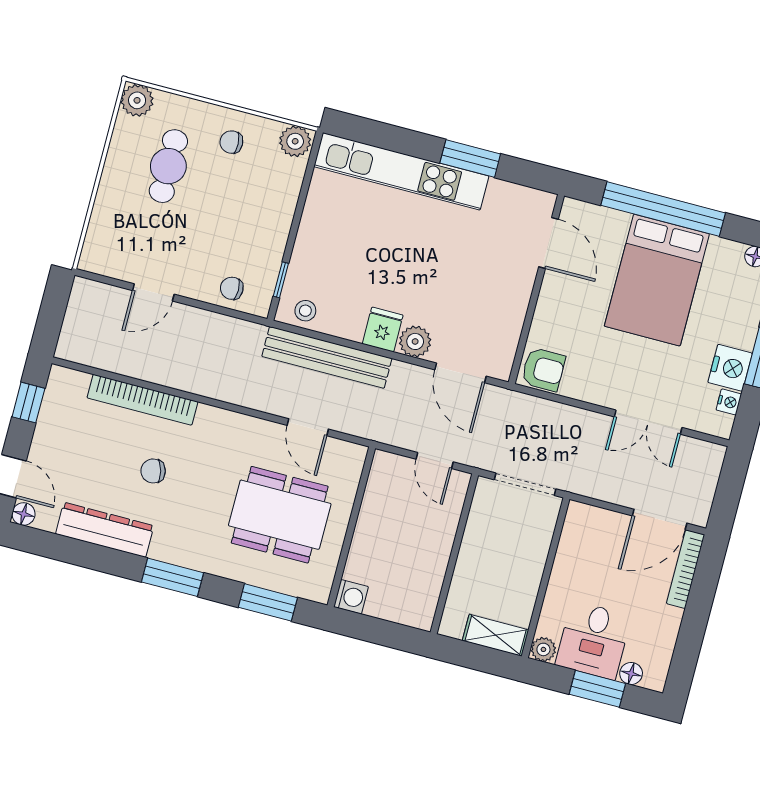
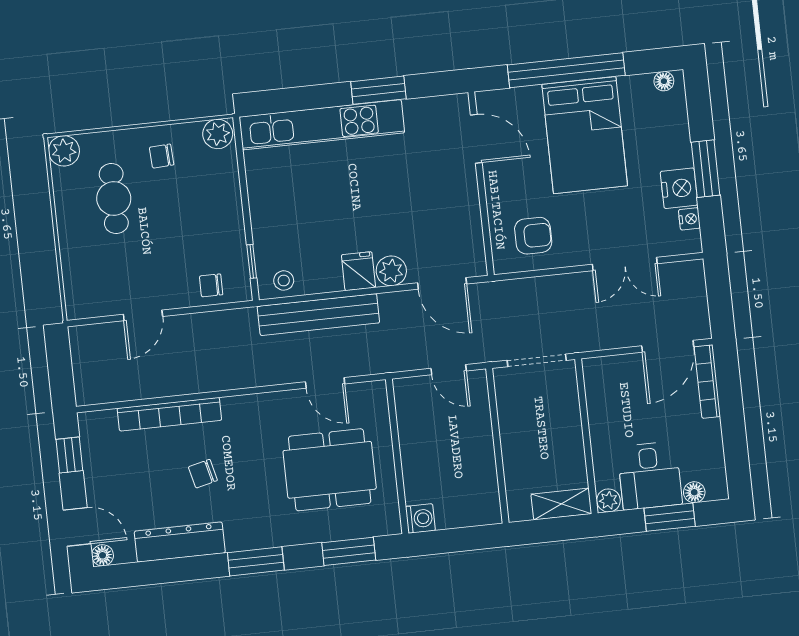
armchair: (543, 369) -> (533, 236), moved

